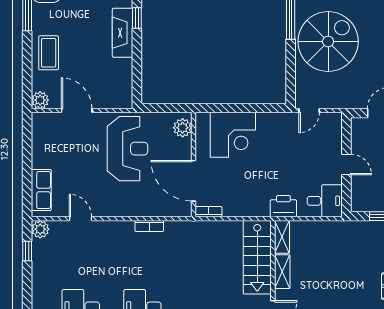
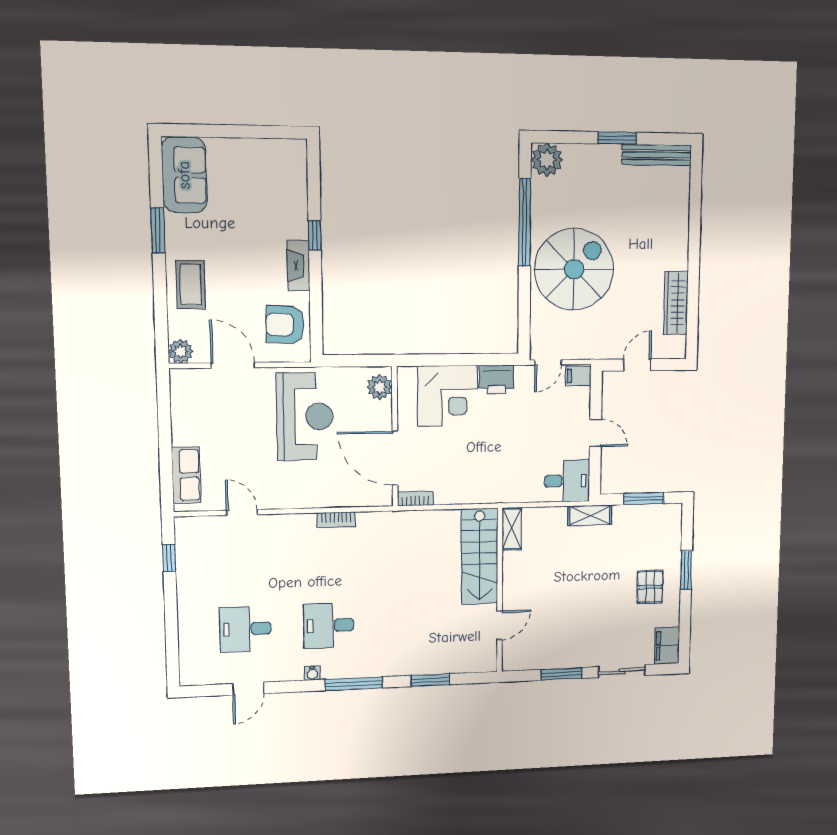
fireplace: (123, 33) -> (298, 266), width x0.73, depth x0.76
armchair: (115, 81) -> (285, 325), added
filing cabinet: (332, 121) -> (578, 376), added
printer: (283, 206) -> (496, 380), moved, turned 180
plant: (40, 229) -> (186, 528), removed
shelving: (282, 272) -> (590, 515), moved, turned 90

